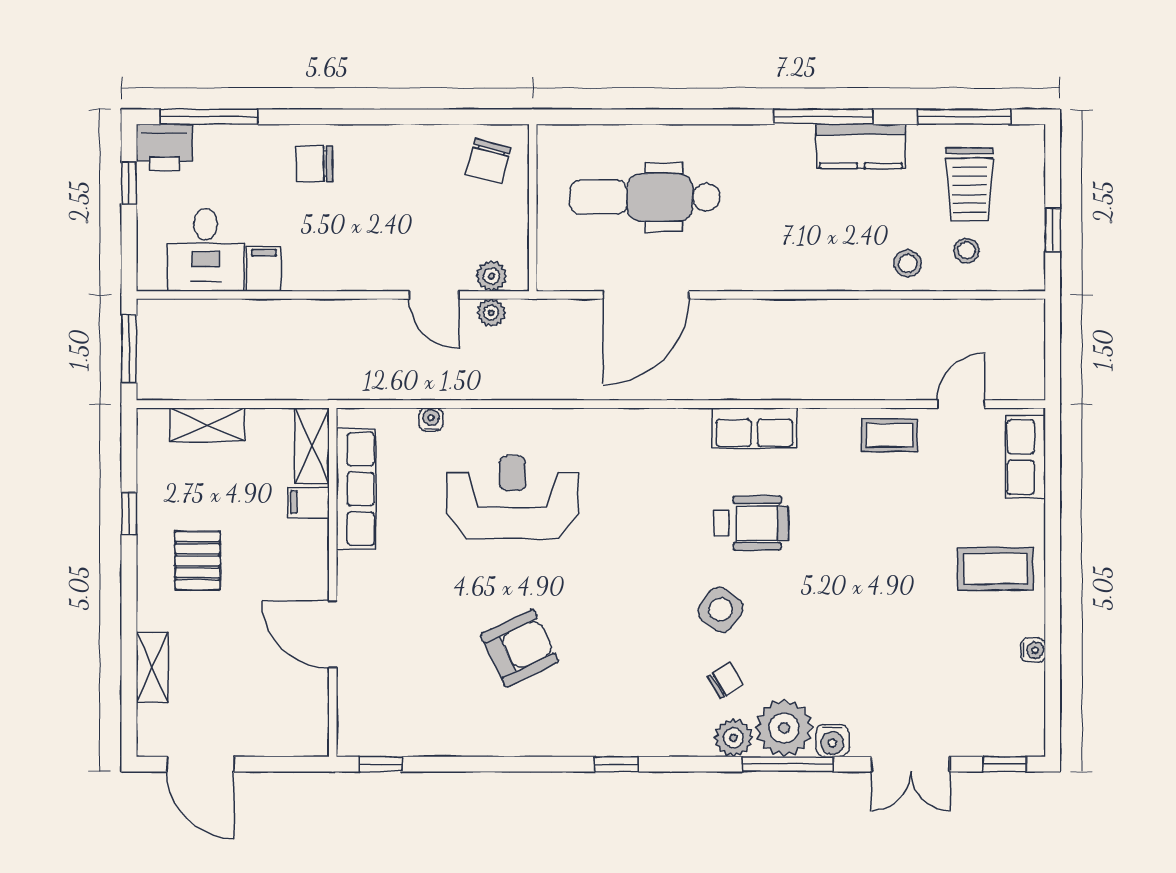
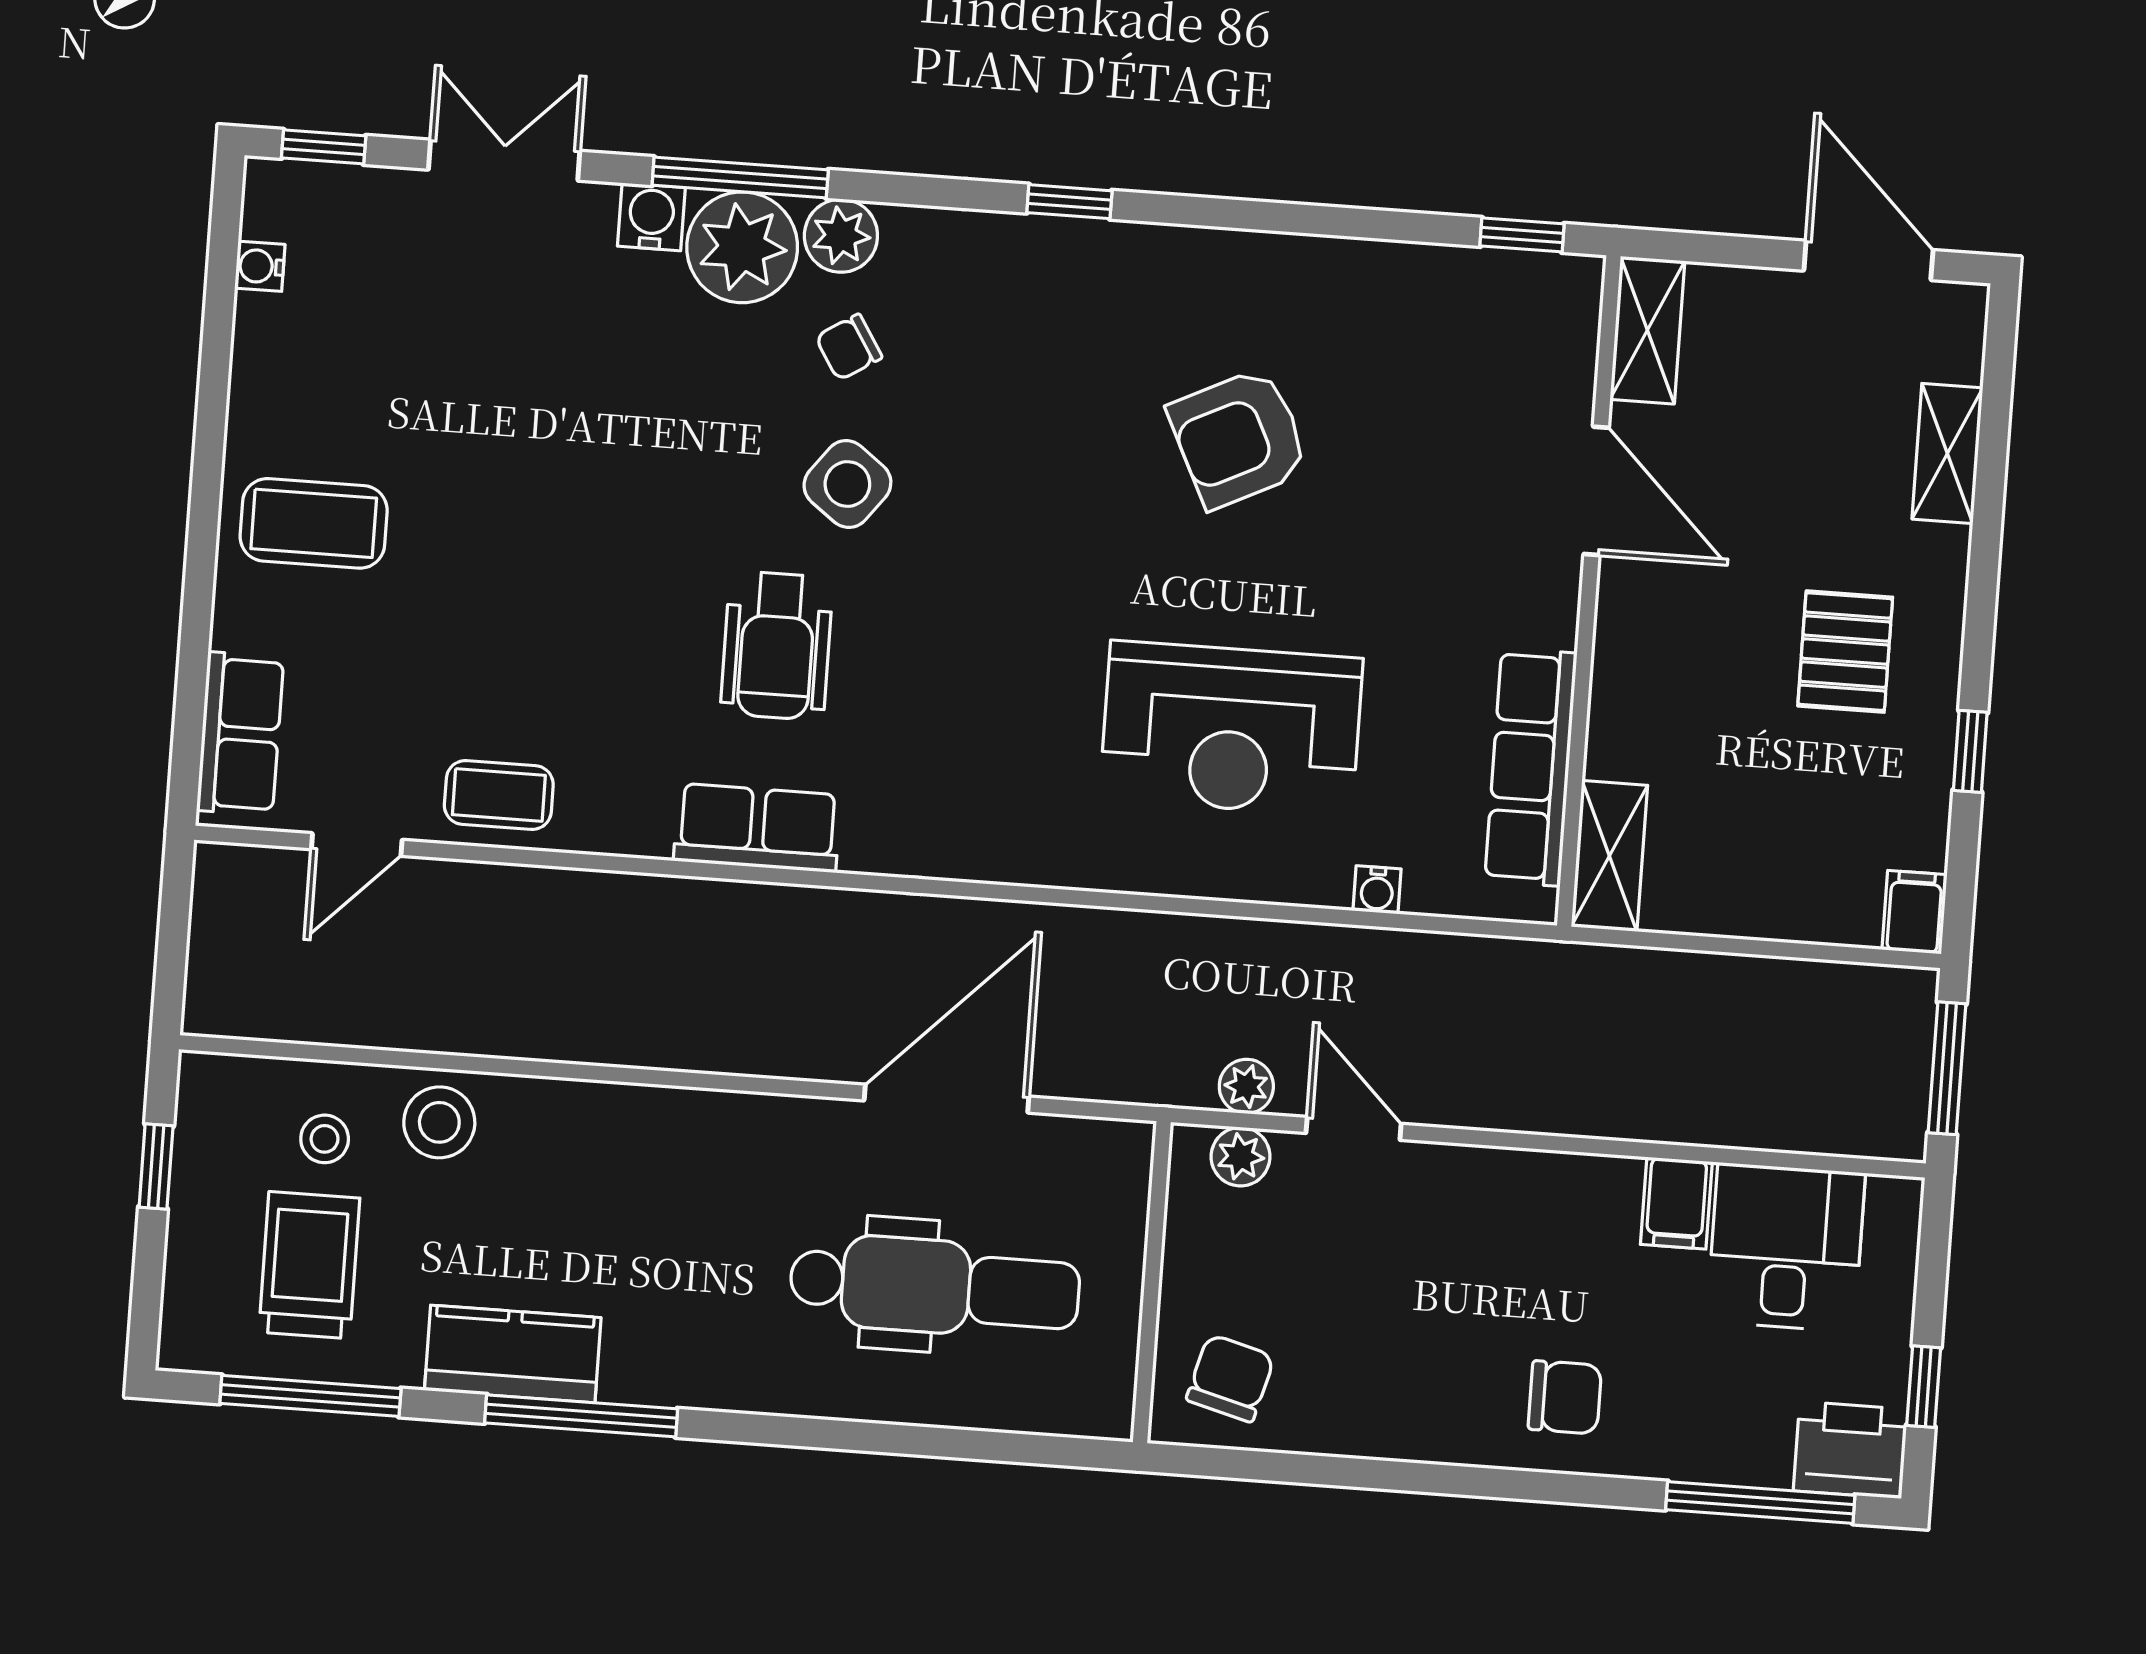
stool: (908, 263) -> (439, 1122), width x1.37, depth x1.37
shelving: (207, 425) -> (1647, 330), moved, turned 90
filing cabinet: (308, 502) -> (1915, 912), moved, turned -90
wheelchair: (751, 523) -> (777, 646), turned -90
water cooler: (1033, 650) -> (260, 266), moved

